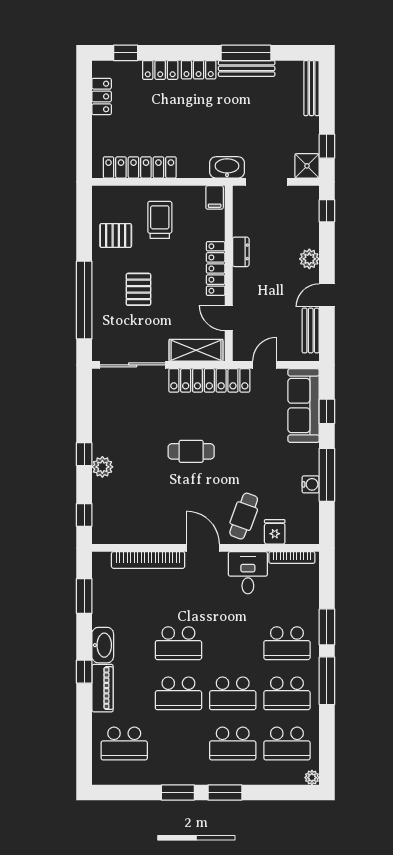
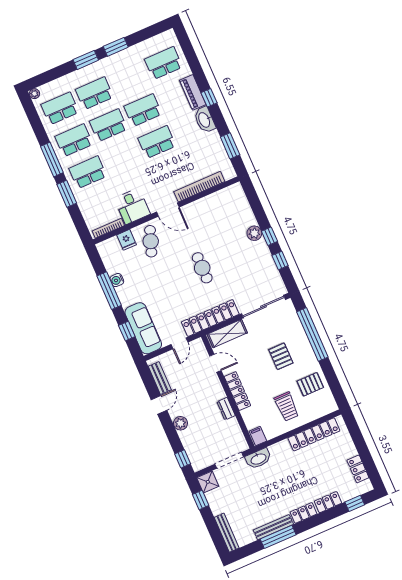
cafe table: (191, 451) -> (202, 268), turned 90
window: (84, 515) -> (280, 260), moved

